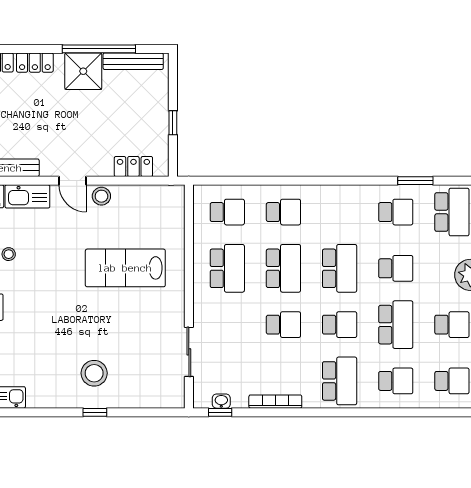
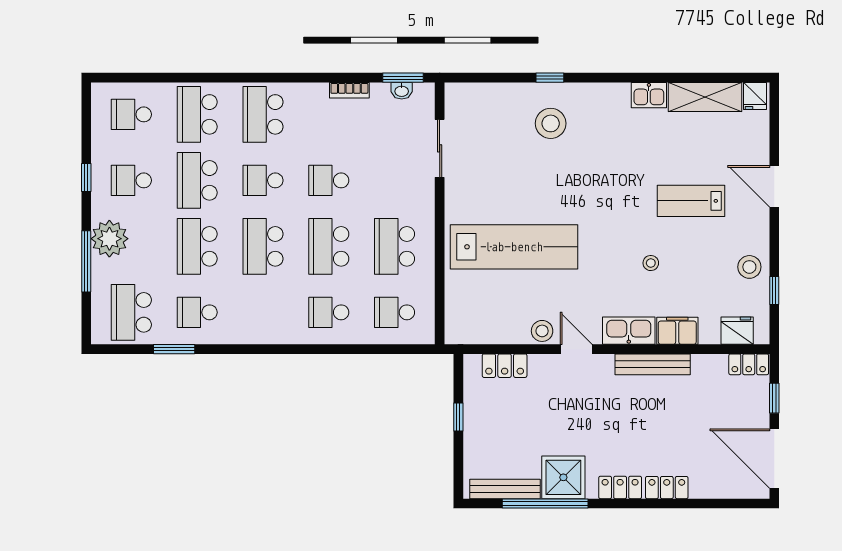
lab bench: (125, 268) -> (514, 247), width x1.36
school desk: (396, 268) -> (197, 246), width x1.85
school desk: (396, 381) -> (197, 114), width x1.85
bookcase: (275, 402) -> (349, 90), width x0.64
window: (220, 412) -> (403, 78), width x1.50

